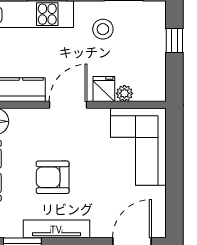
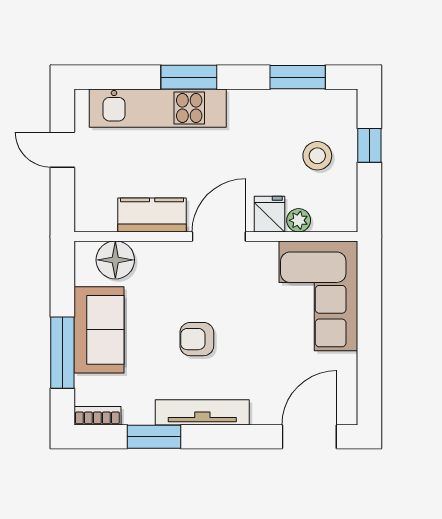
stool: (103, 29) -> (317, 156), moved
armchair: (53, 177) -> (197, 339), width x0.72, depth x0.72

